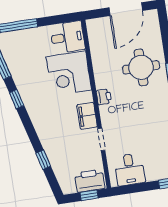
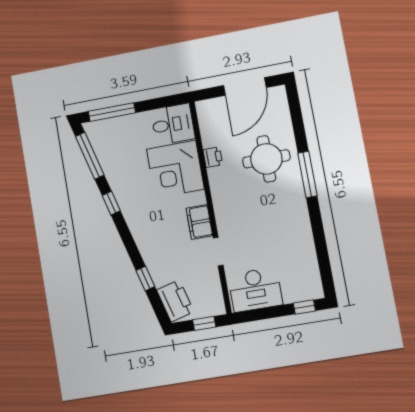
printer: (104, 97) -> (213, 157), moved
desk: (130, 170) -> (255, 290), width x1.37
printer: (90, 181) -> (175, 301), moved, turned 75

